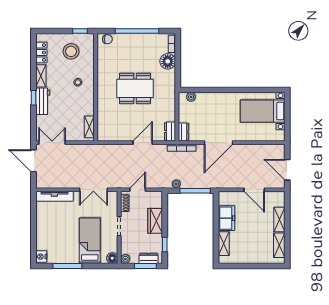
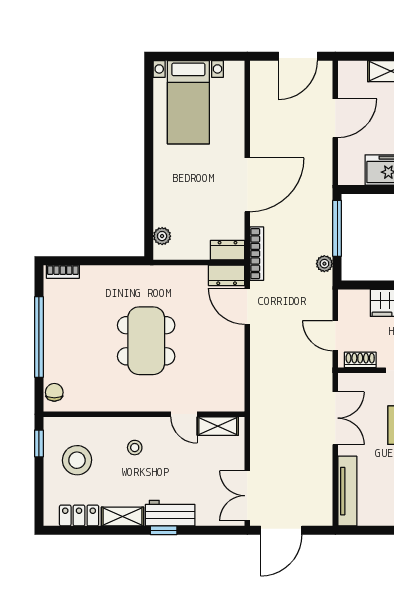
floor lamp: (168, 61) -> (96, 280), removed
door: (96, 109) -> (184, 414), added
door: (143, 143) -> (247, 306), moved
door: (218, 143) -> (247, 185), hinge flipped

